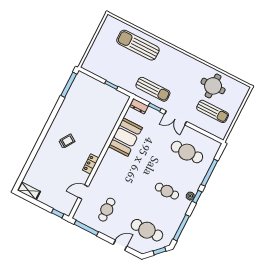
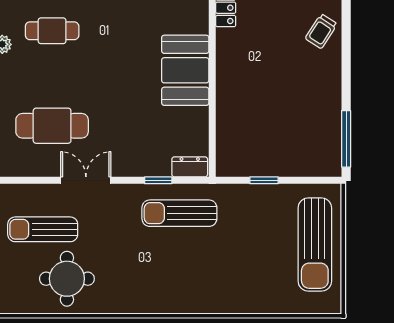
sun lounger: (138, 45) -> (315, 245), moved, turned 90
double door: (175, 118) -> (86, 180), moved
booth: (125, 137) -> (185, 70), moved
trolley: (67, 141) -> (321, 31), moved

